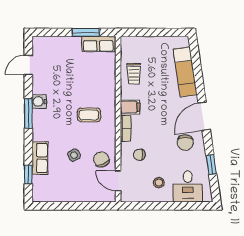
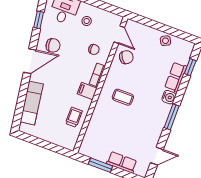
row of seats: (98, 44) -> (122, 162), moved
water cooler: (39, 101) -> (169, 97), moved
chair: (185, 143) -> (53, 45), turned 80
side table: (74, 155) -> (165, 41), moved
chair: (101, 159) -> (126, 57), turned -104

